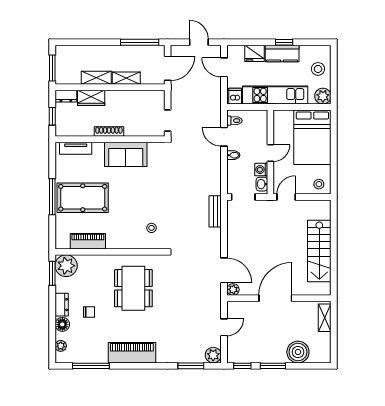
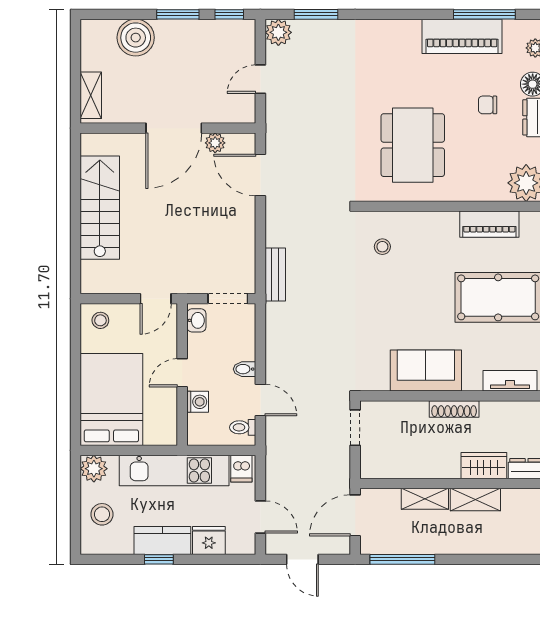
washing machine: (261, 170) -> (198, 402), moved
plant: (233, 289) -> (215, 143), moved
piano: (132, 353) -> (462, 36), moved

